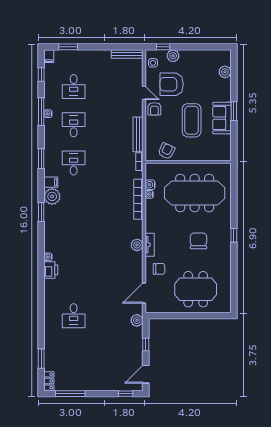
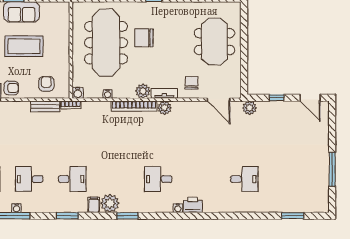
bench: (138, 134) -> (45, 106), width x0.73
armchair: (166, 151) -> (46, 84), moved, turned 65
desk: (74, 163) -> (72, 179), turned 180
water cooler: (150, 185) -> (78, 93), moved
bookcase: (138, 199) -> (134, 106), moved
plant: (152, 226) -> (143, 91), added
desk: (74, 239) -> (158, 179), added
chair: (198, 241) -> (144, 38), moved
locker: (49, 381) -> (318, 207), removed
window: (70, 394) -> (332, 169), moved
window: (126, 394) -> (332, 120), removed

